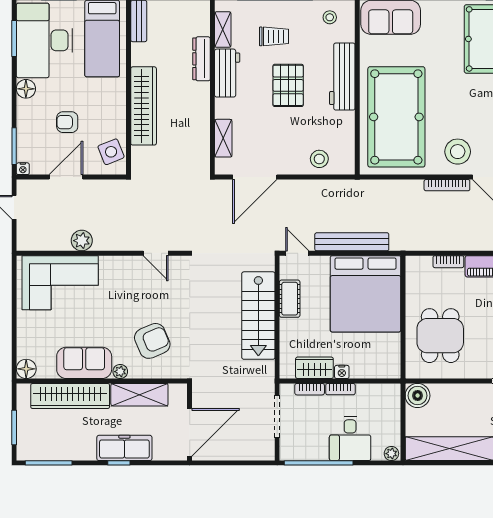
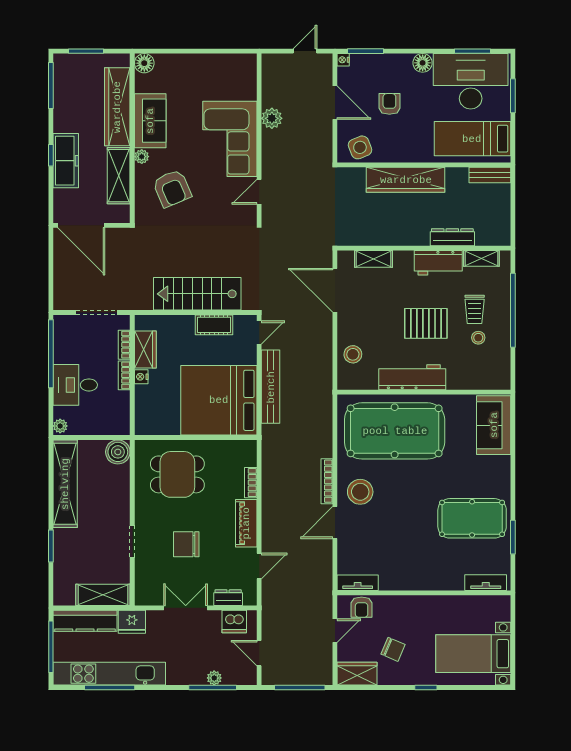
stool: (330, 17) -> (478, 338), moved
workbench: (342, 77) -> (412, 377), moved
corner sofa: (60, 283) -> (230, 139), moved

